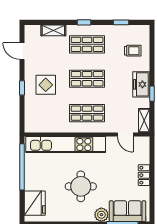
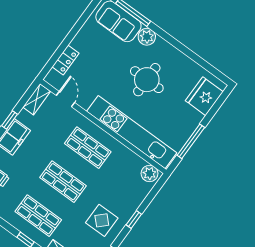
display table: (46, 85) -> (102, 220), moved
plant: (34, 126) -> (150, 173), added
window: (22, 167) -> (191, 141), width x0.68
locker: (144, 175) -> (65, 60), moved

